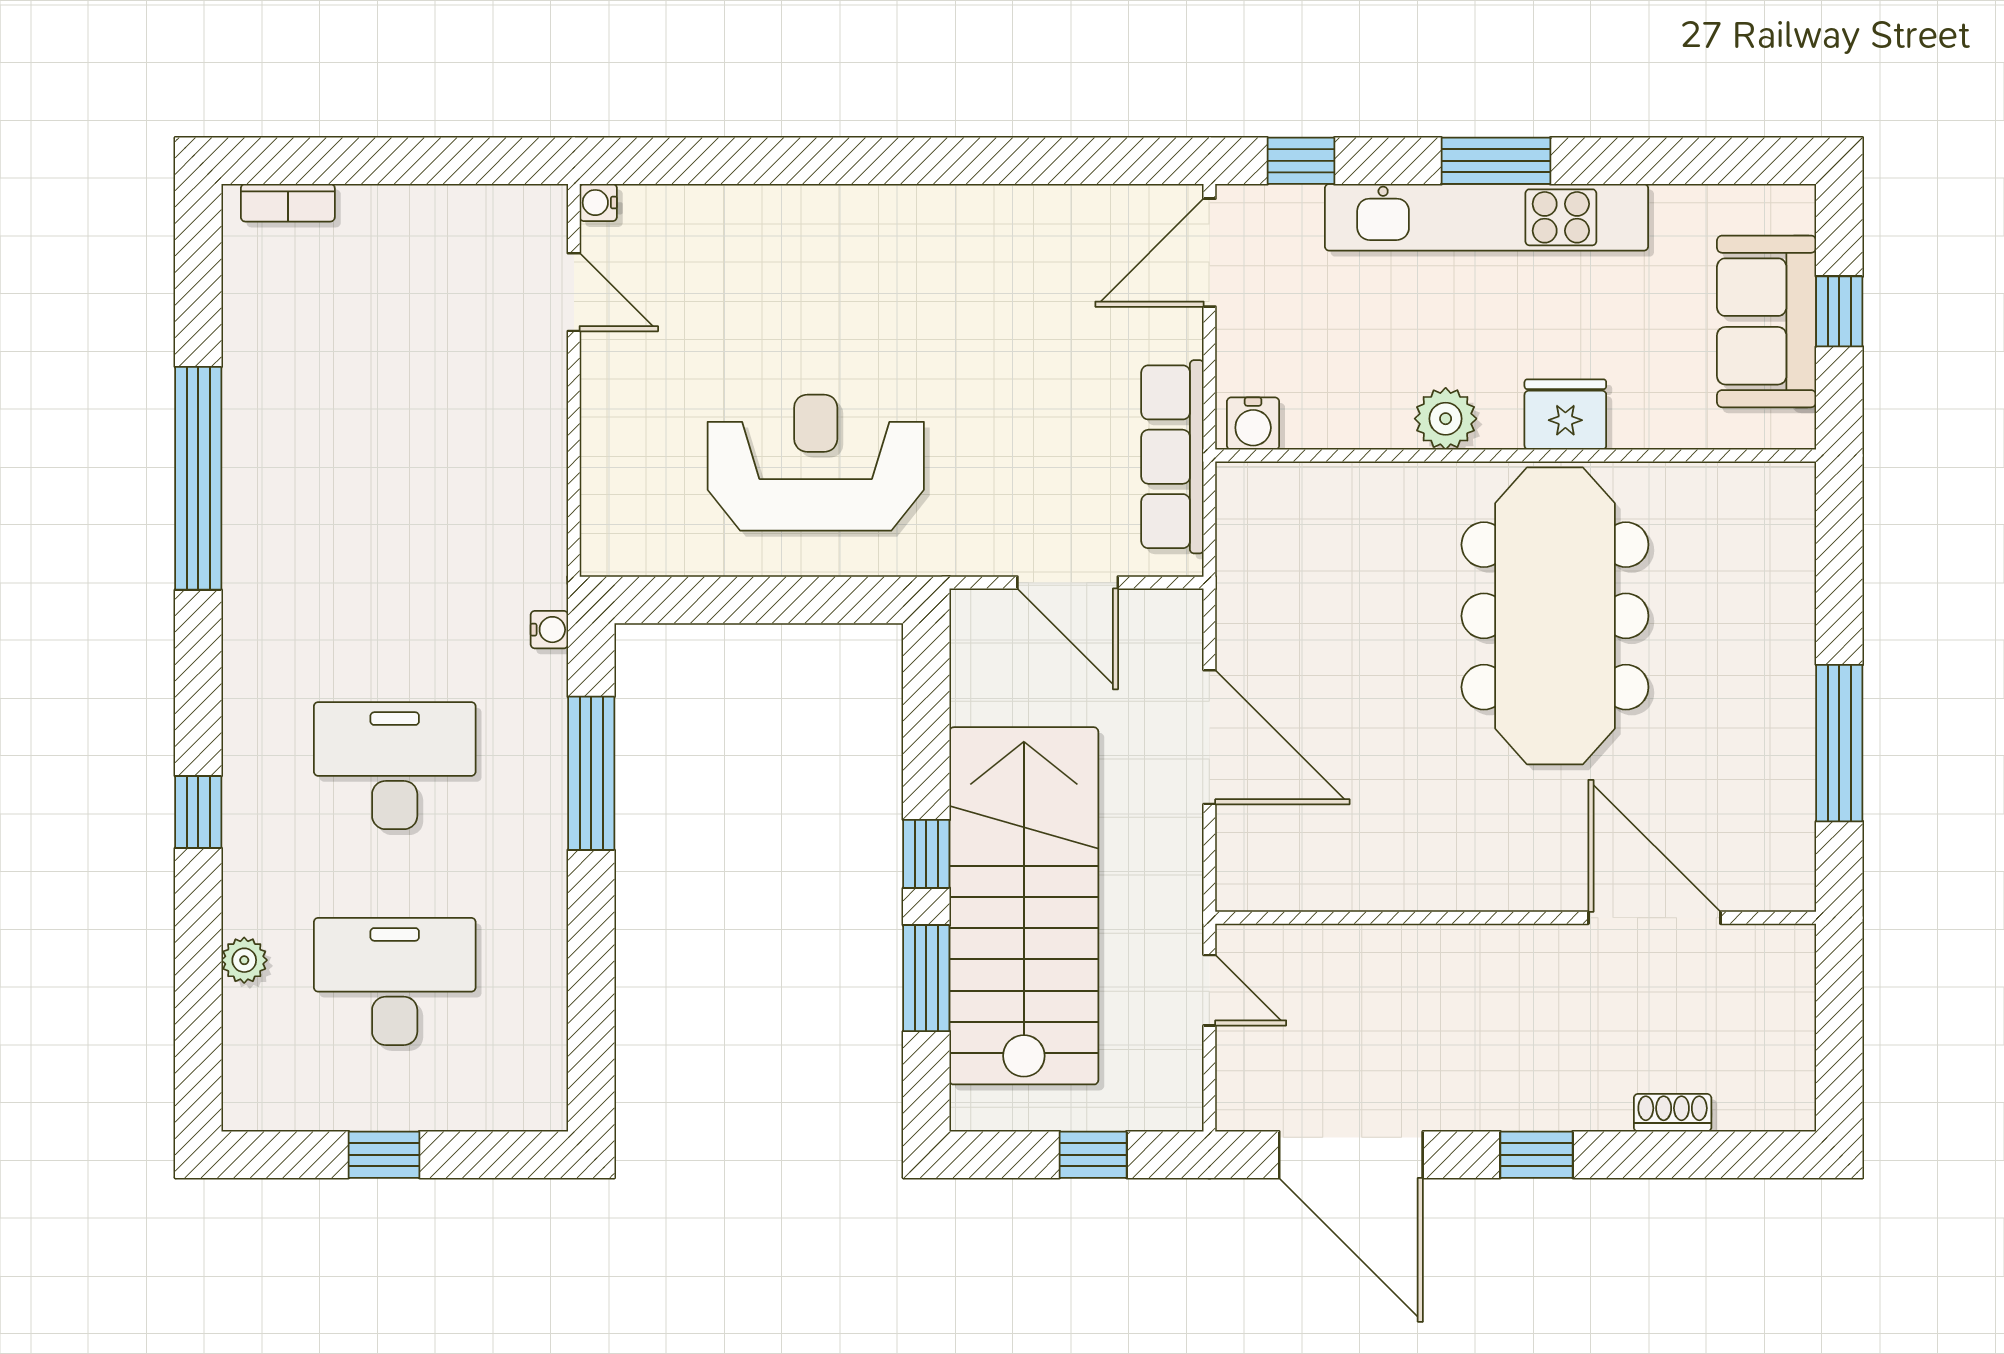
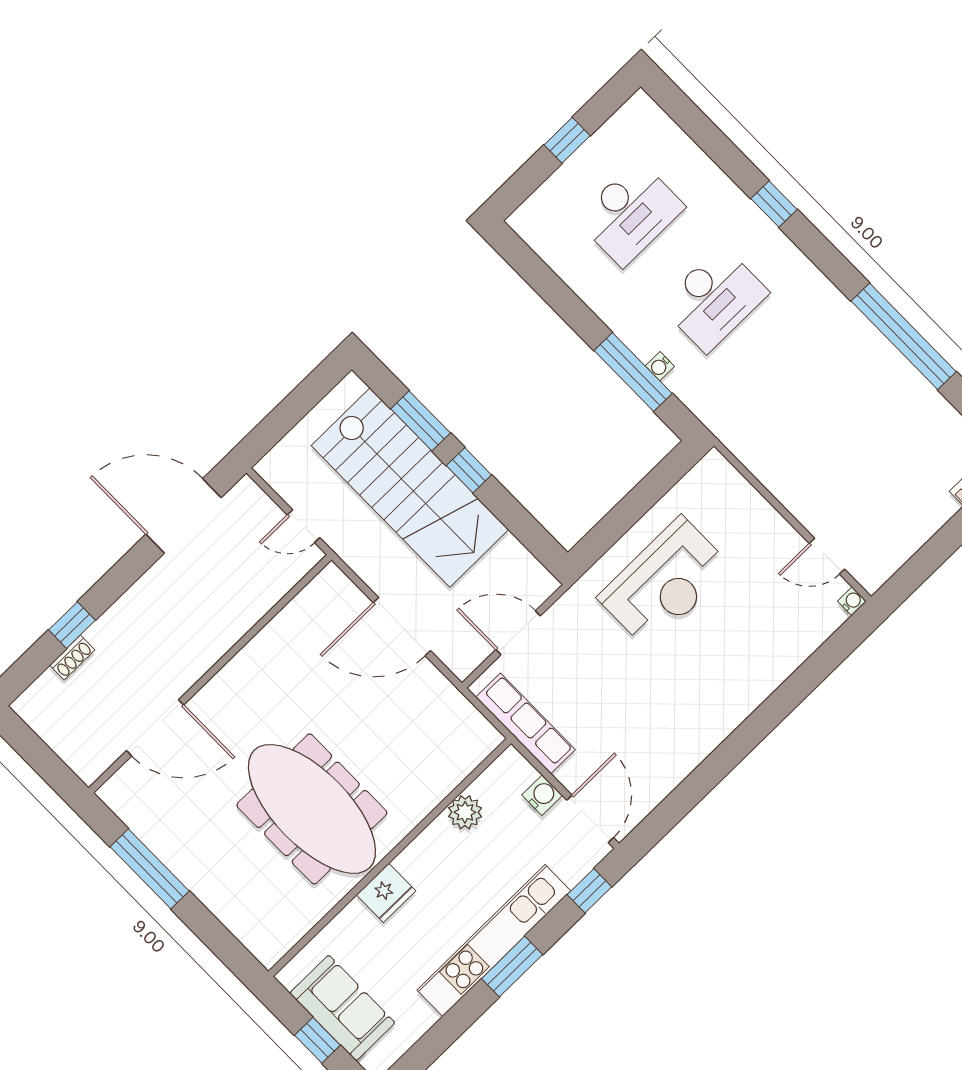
plant: (1446, 419) -> (465, 812), moved
water cooler: (1253, 424) -> (542, 795), moved, turned 90
water cooler: (549, 630) -> (660, 366), moved
plant: (244, 960) -> (698, 163), removed
window: (1093, 1155) -> (286, 416), removed
window: (1537, 1155) -> (72, 625), moved

